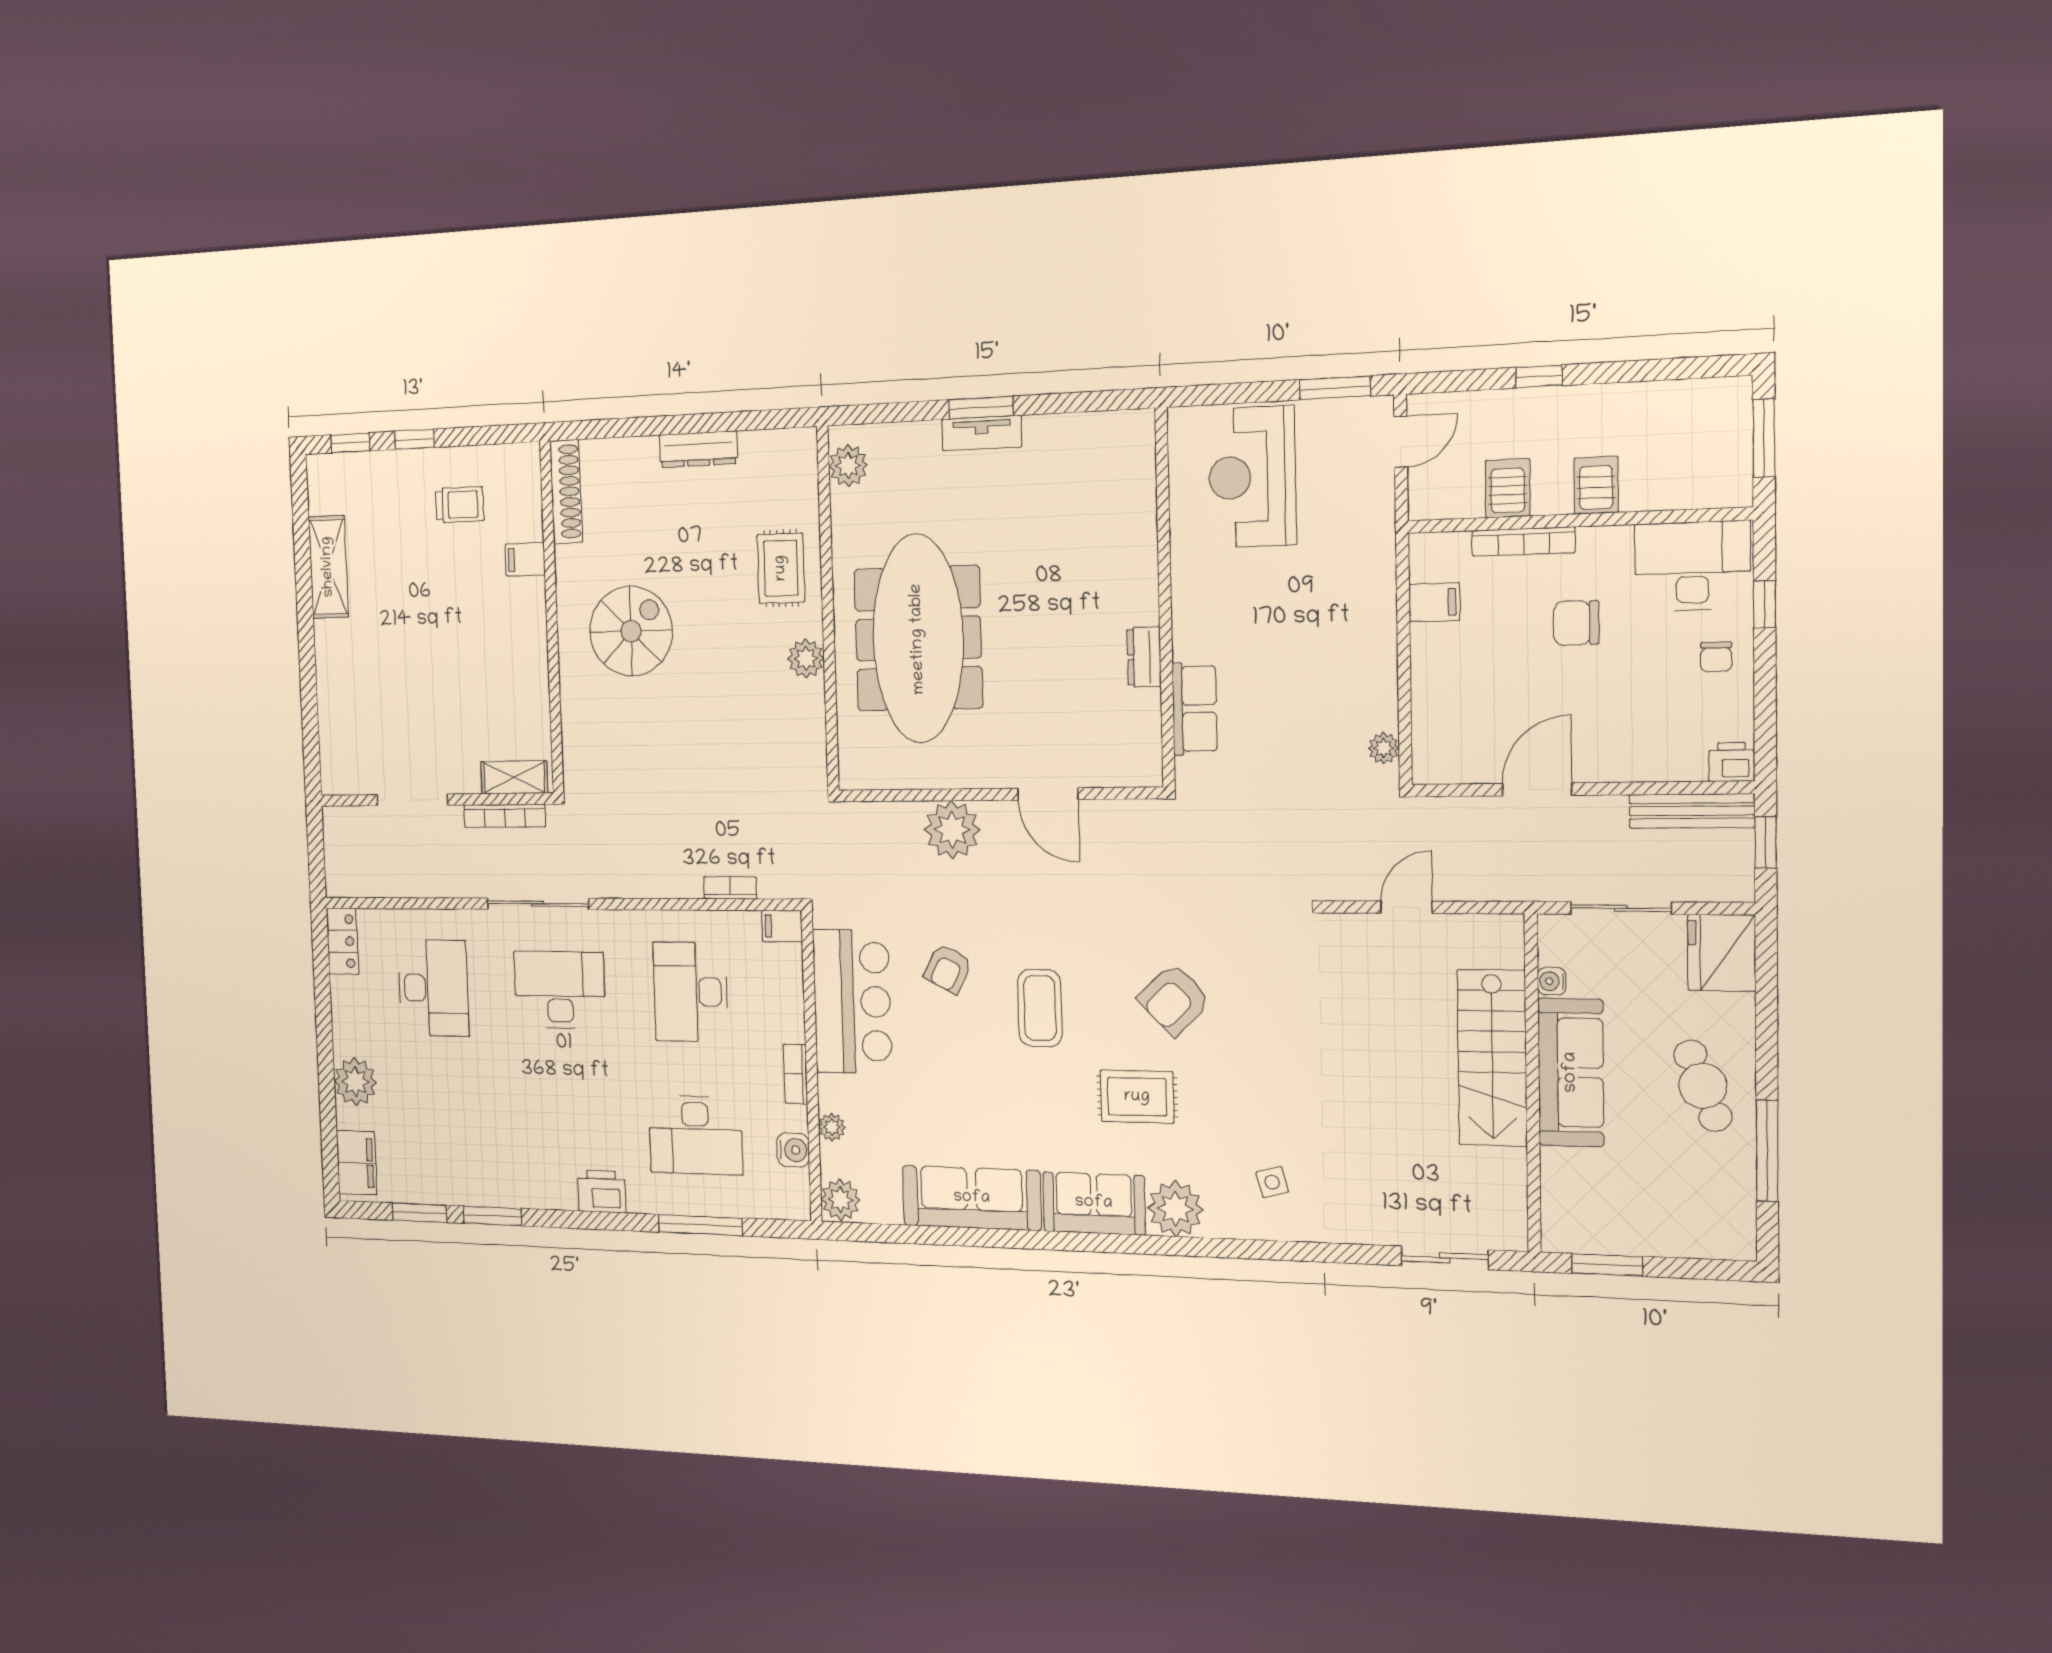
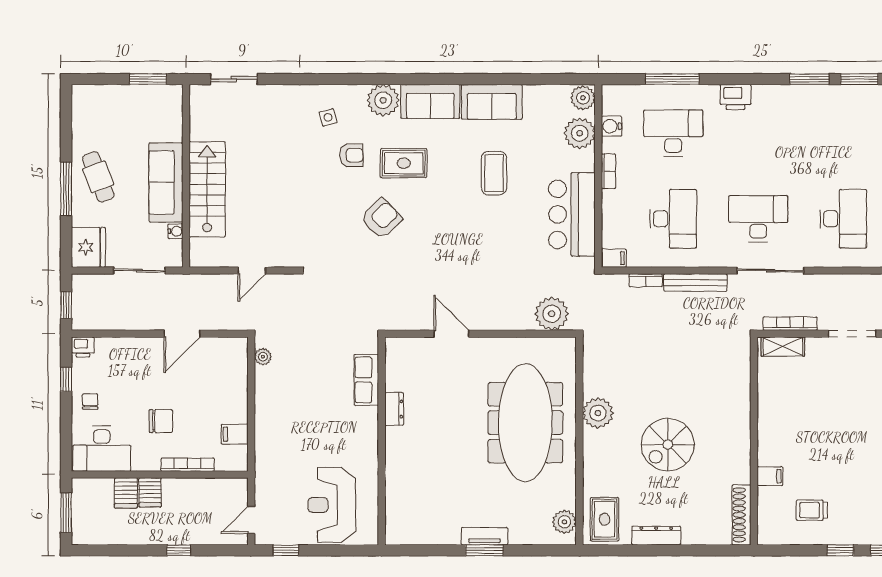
window: (1335, 388) -> (286, 550), width x0.67
reception desk: (1252, 477) -> (332, 505), turned 180
server rack: (1508, 488) -> (126, 493), moved
rug: (781, 568) -> (605, 519), moved
window: (1765, 604) -> (66, 379), moved
spiral stairs: (631, 631) -> (668, 445), moved
plant: (806, 658) -> (598, 413), width x1.36, depth x1.36
bench: (1692, 811) -> (695, 283), moved
plant: (952, 830) -> (552, 314), moved
armchair: (948, 969) -> (351, 155), moved, turned 63
desk: (433, 988) -> (843, 219), turned 180
desk: (560, 990) -> (758, 219), turned 180
coffee table: (1040, 1008) -> (494, 173), moved
plant: (832, 1127) -> (580, 133), width x1.87, depth x1.87
window: (1767, 1151) -> (66, 189), moved
sofa: (972, 1198) -> (492, 102), width x0.73

